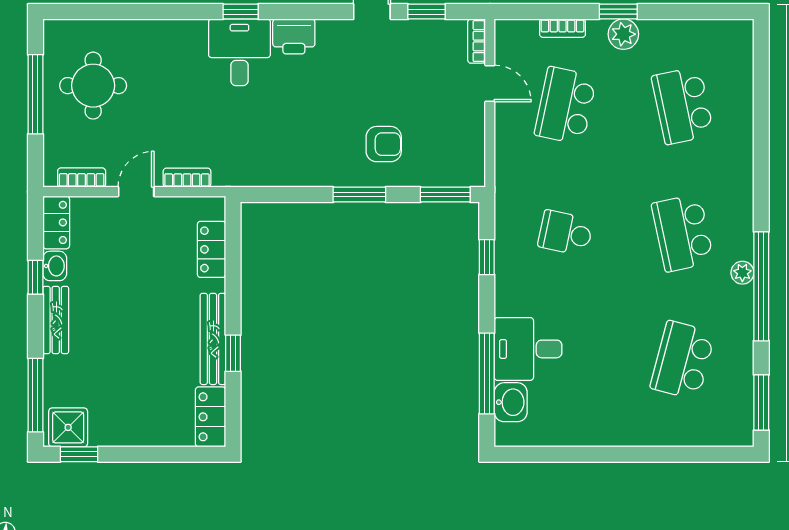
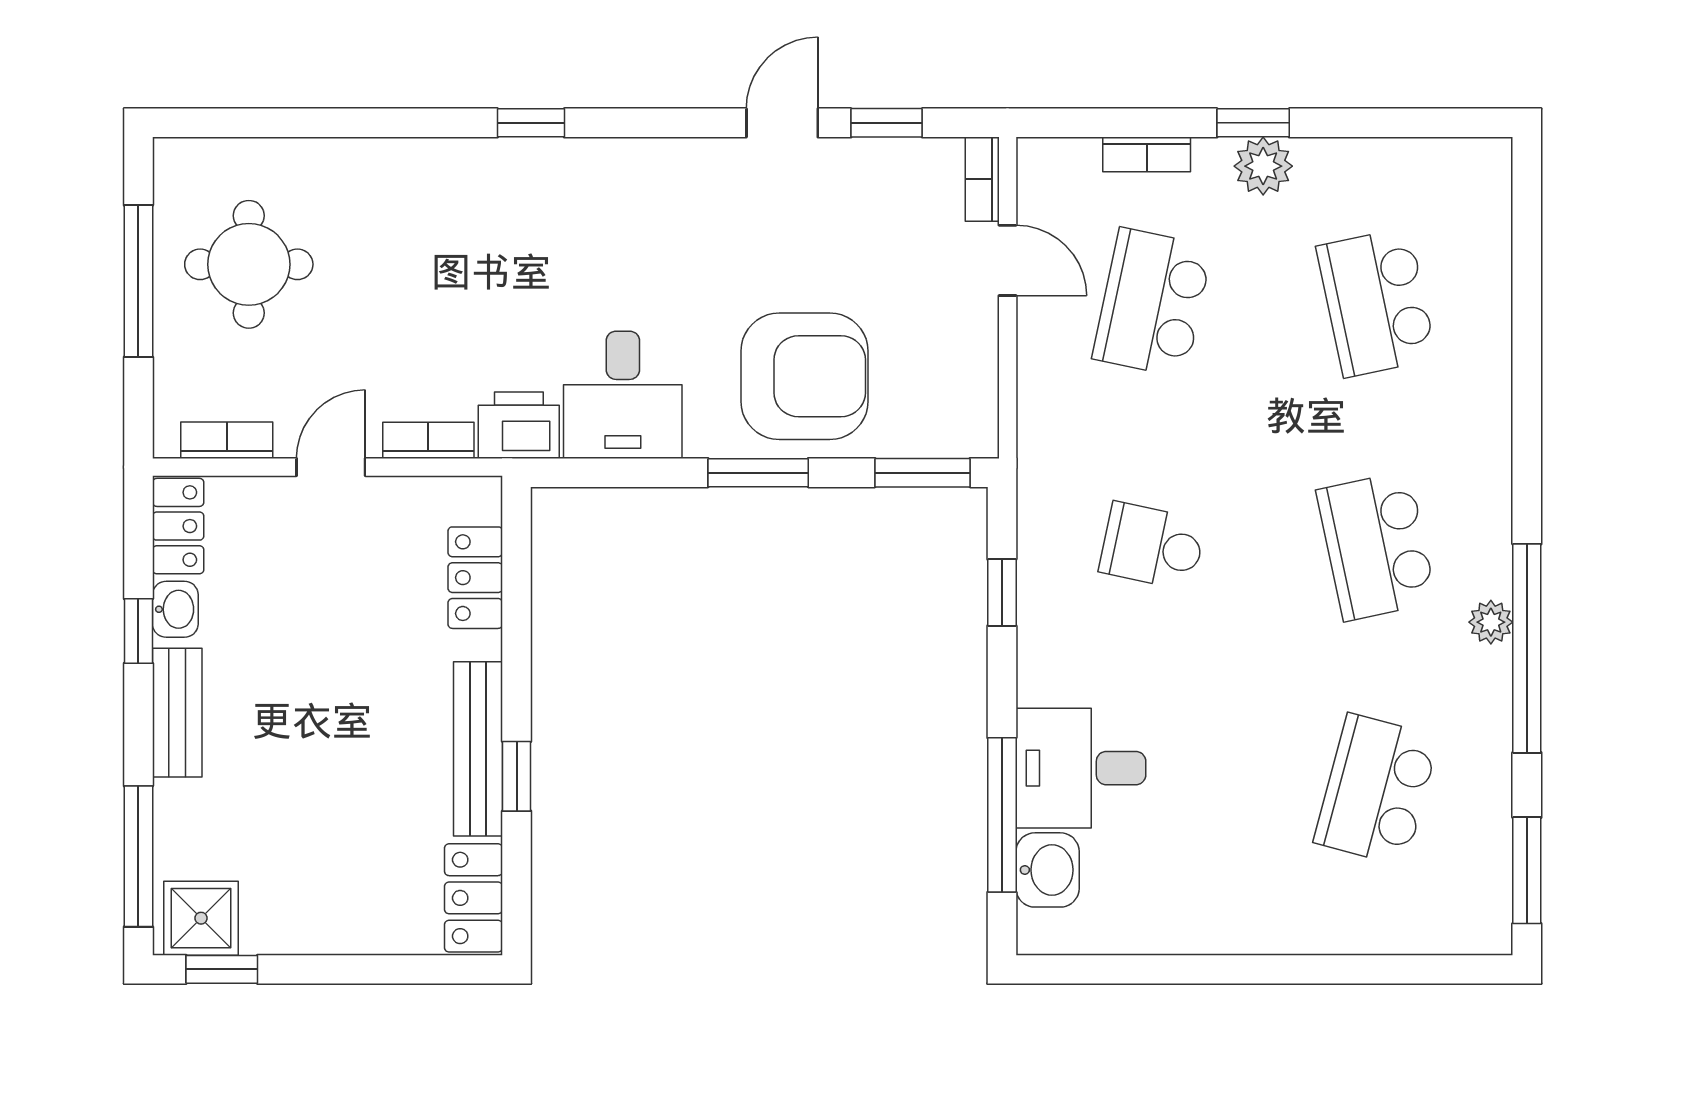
printer: (294, 36) -> (519, 425), moved, turned 180
desk: (239, 52) -> (623, 395), moved, turned 180
armchair: (384, 144) -> (805, 376), width x1.88, depth x1.88

